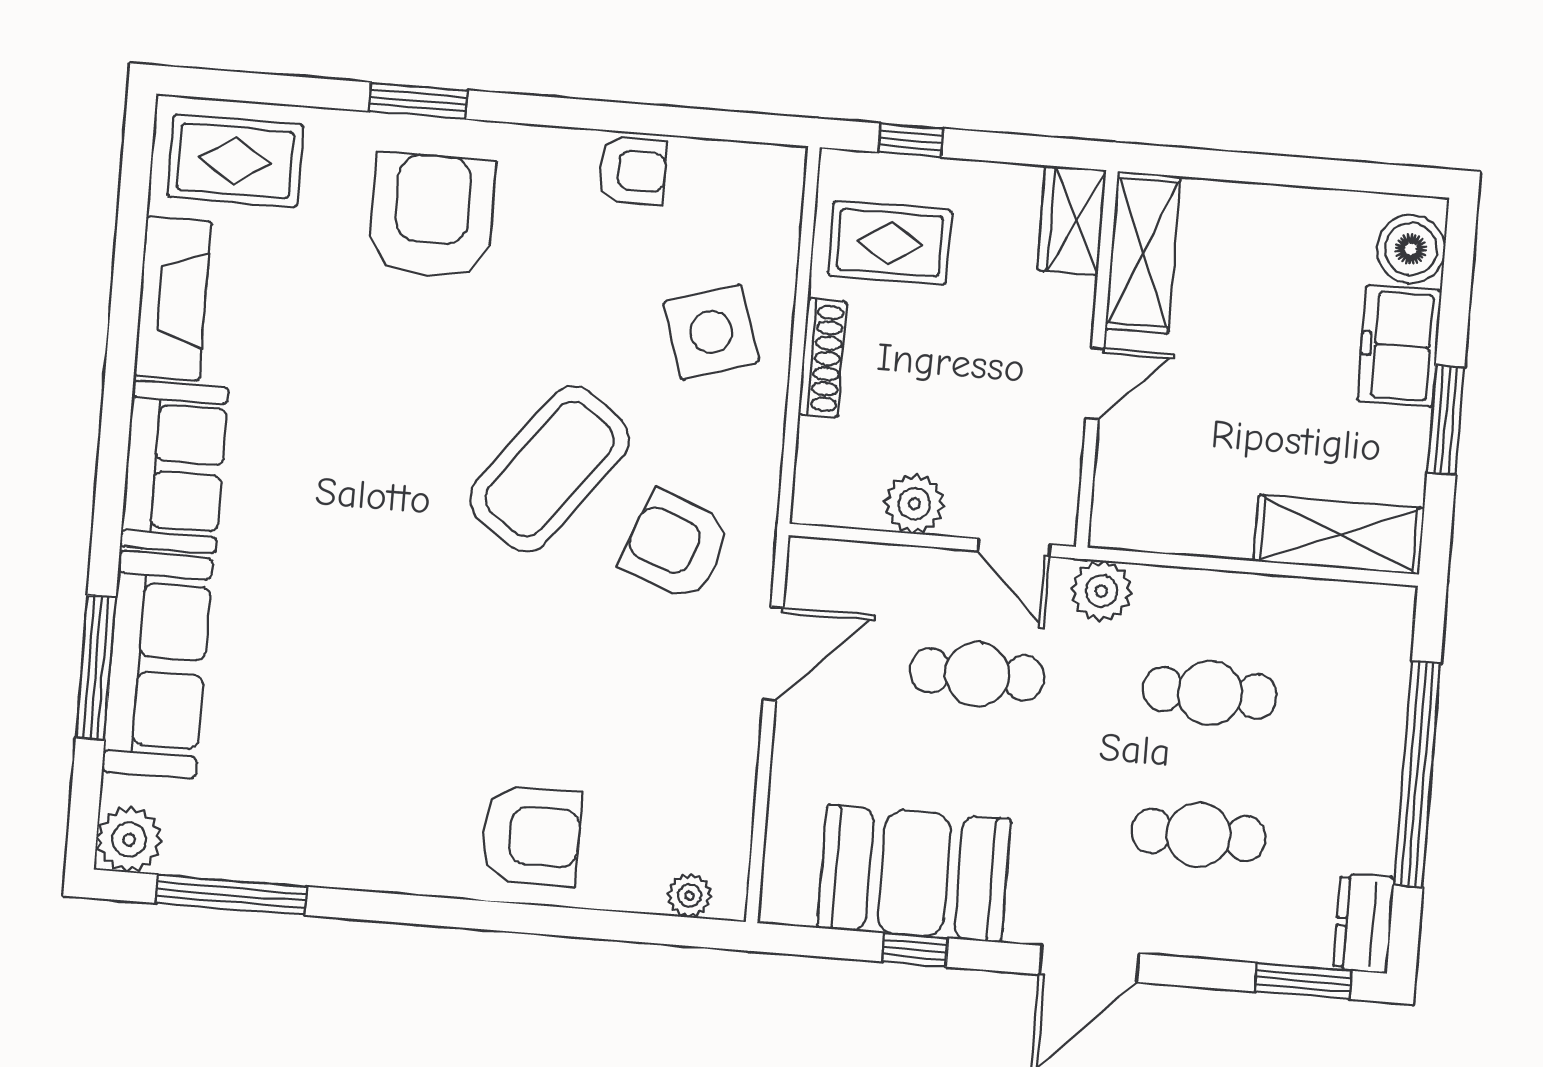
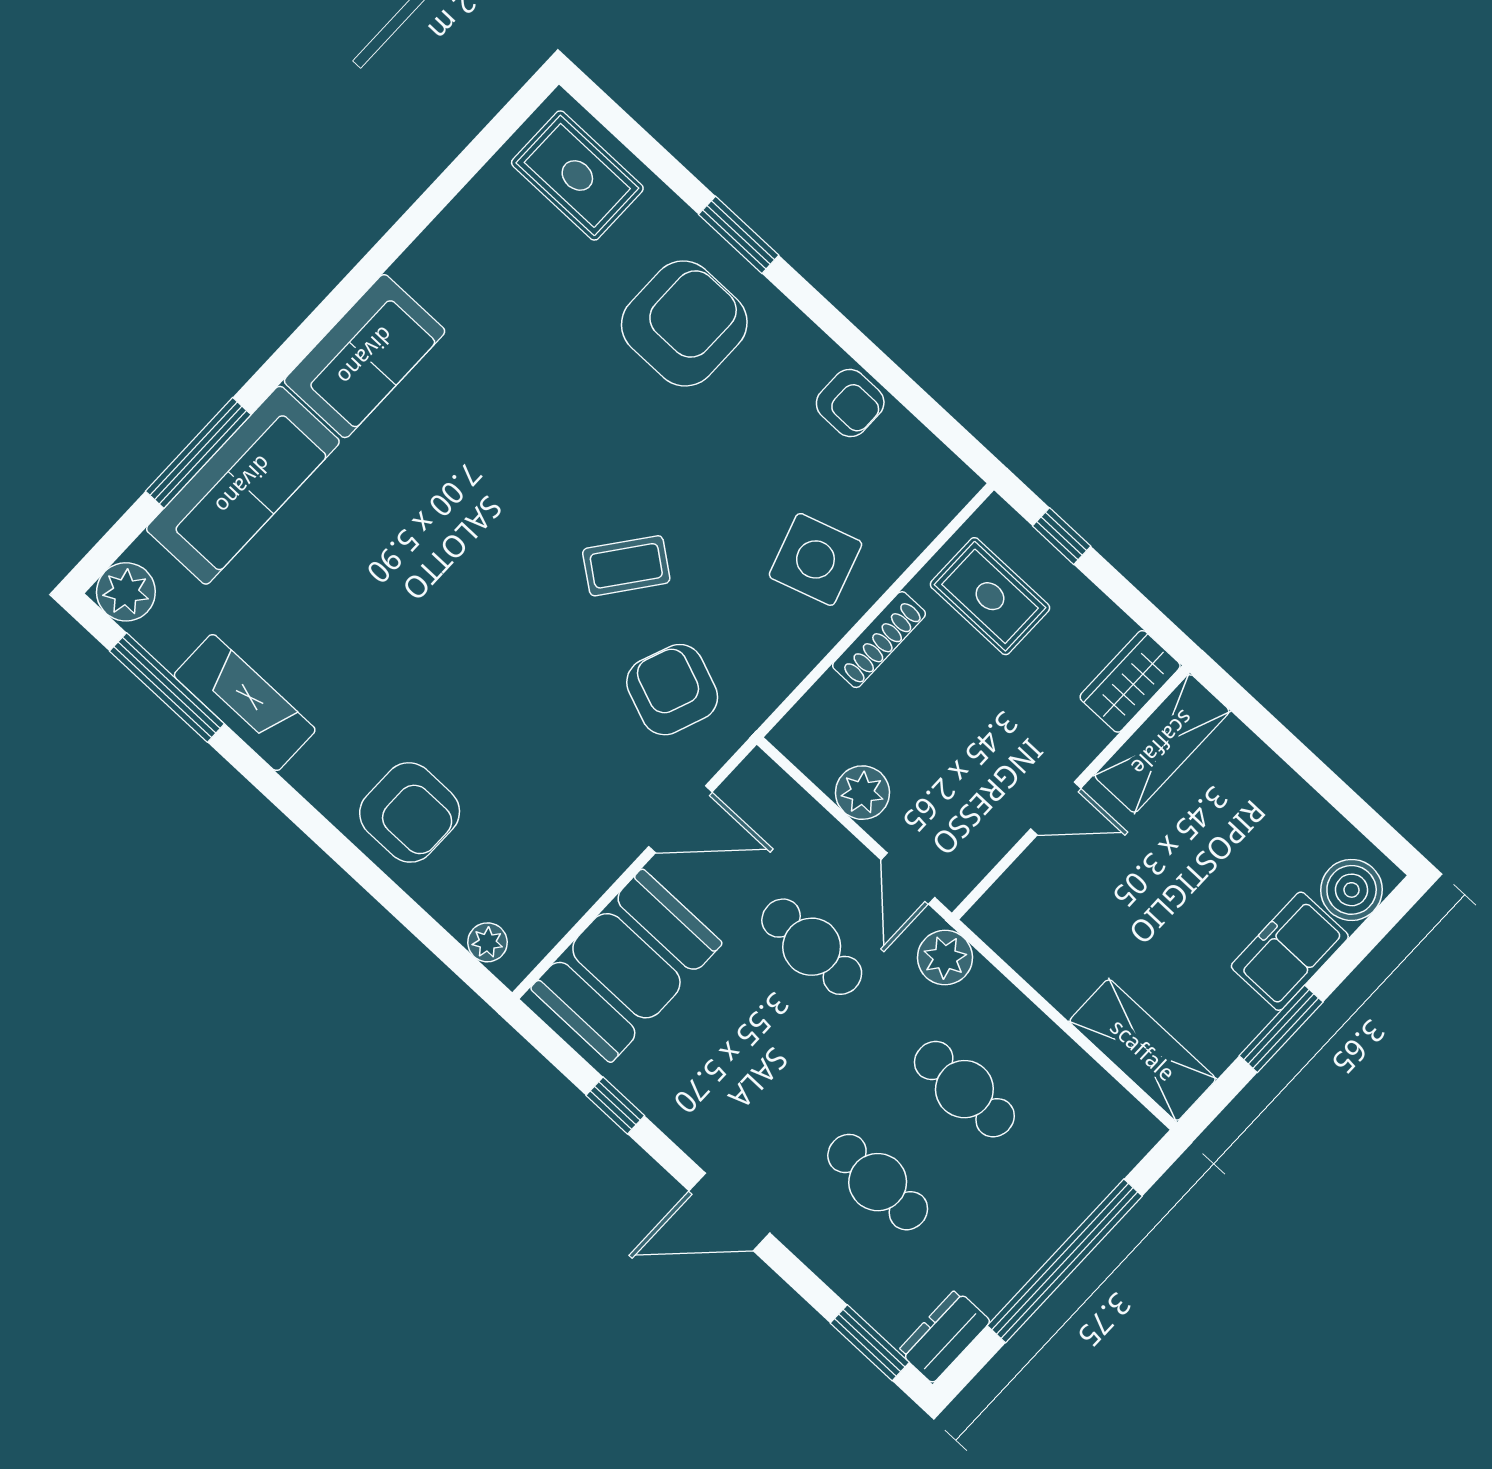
fireplace: (173, 299) -> (245, 703), moved, turned -90
coffee table: (550, 469) -> (626, 566), width x0.54, depth x0.58
booth: (914, 873) -> (626, 966), moved, turned 90

